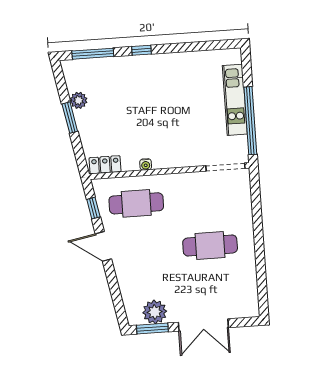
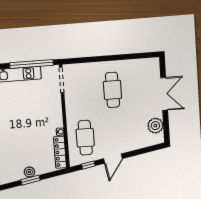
plant: (79, 100) -> (29, 172), moved
locker: (105, 165) -> (60, 152), width x1.53
window: (152, 329) -> (166, 127), removed

